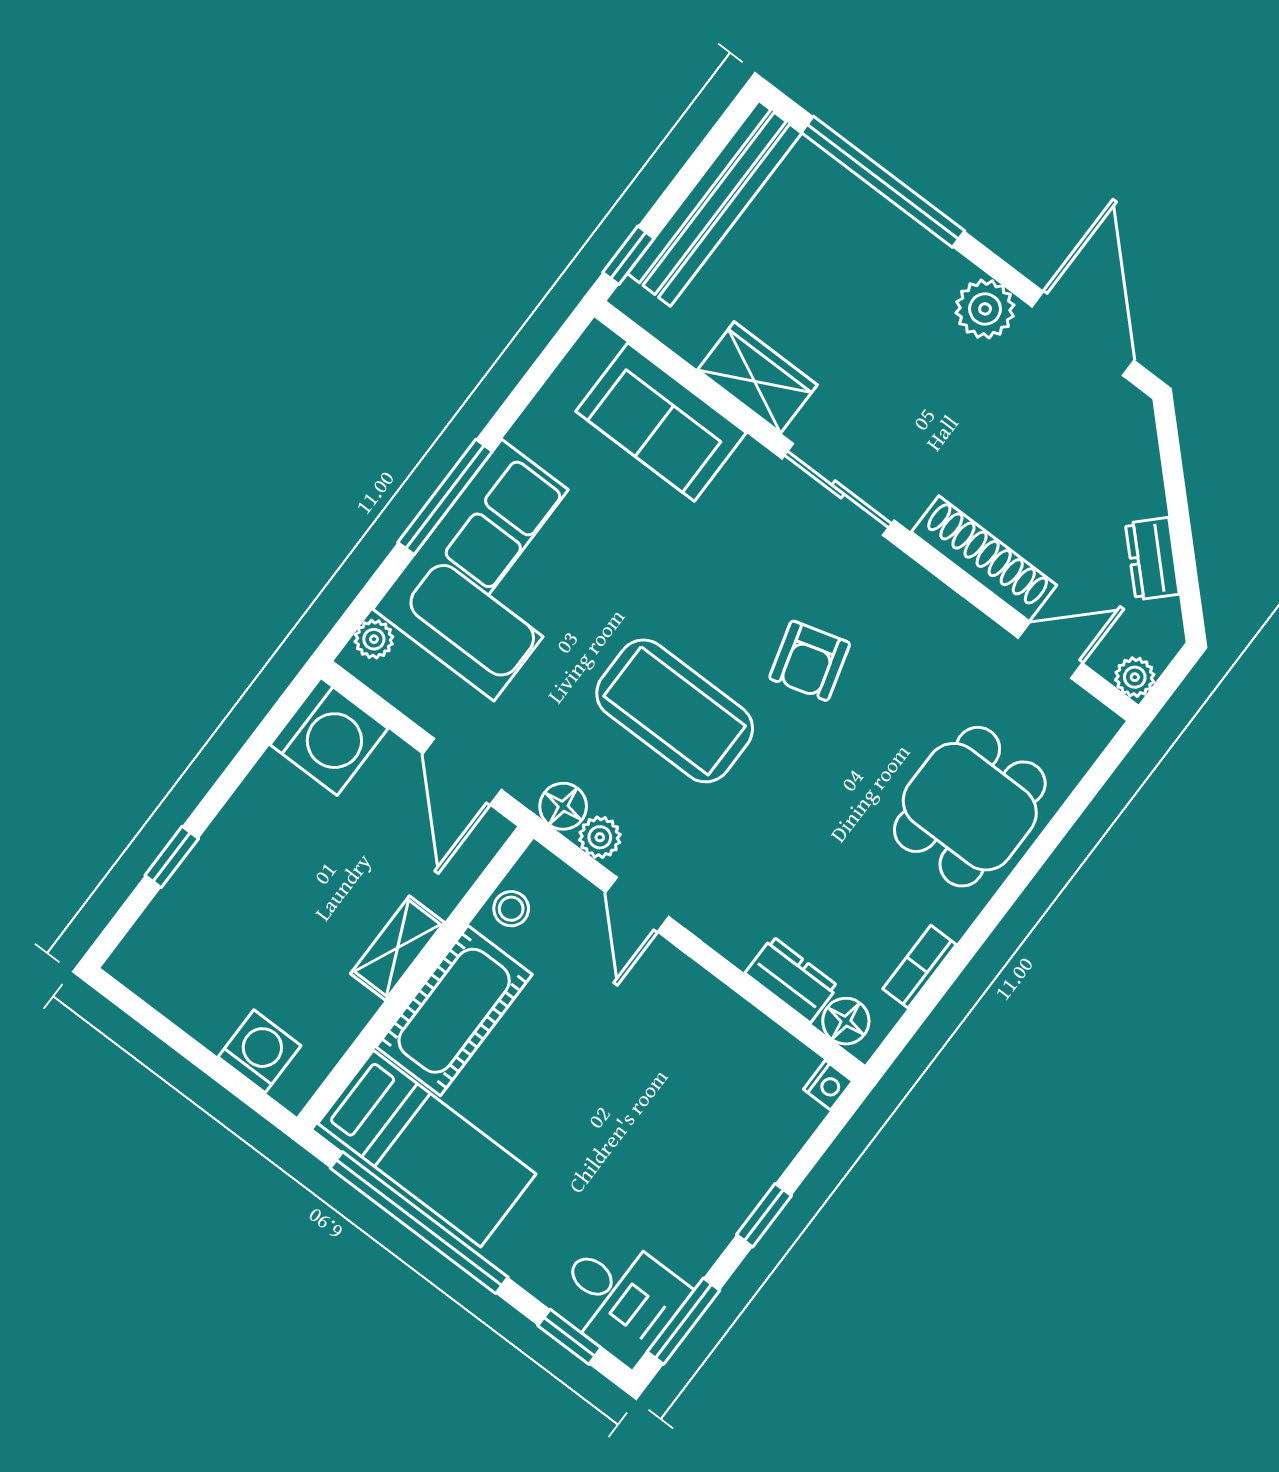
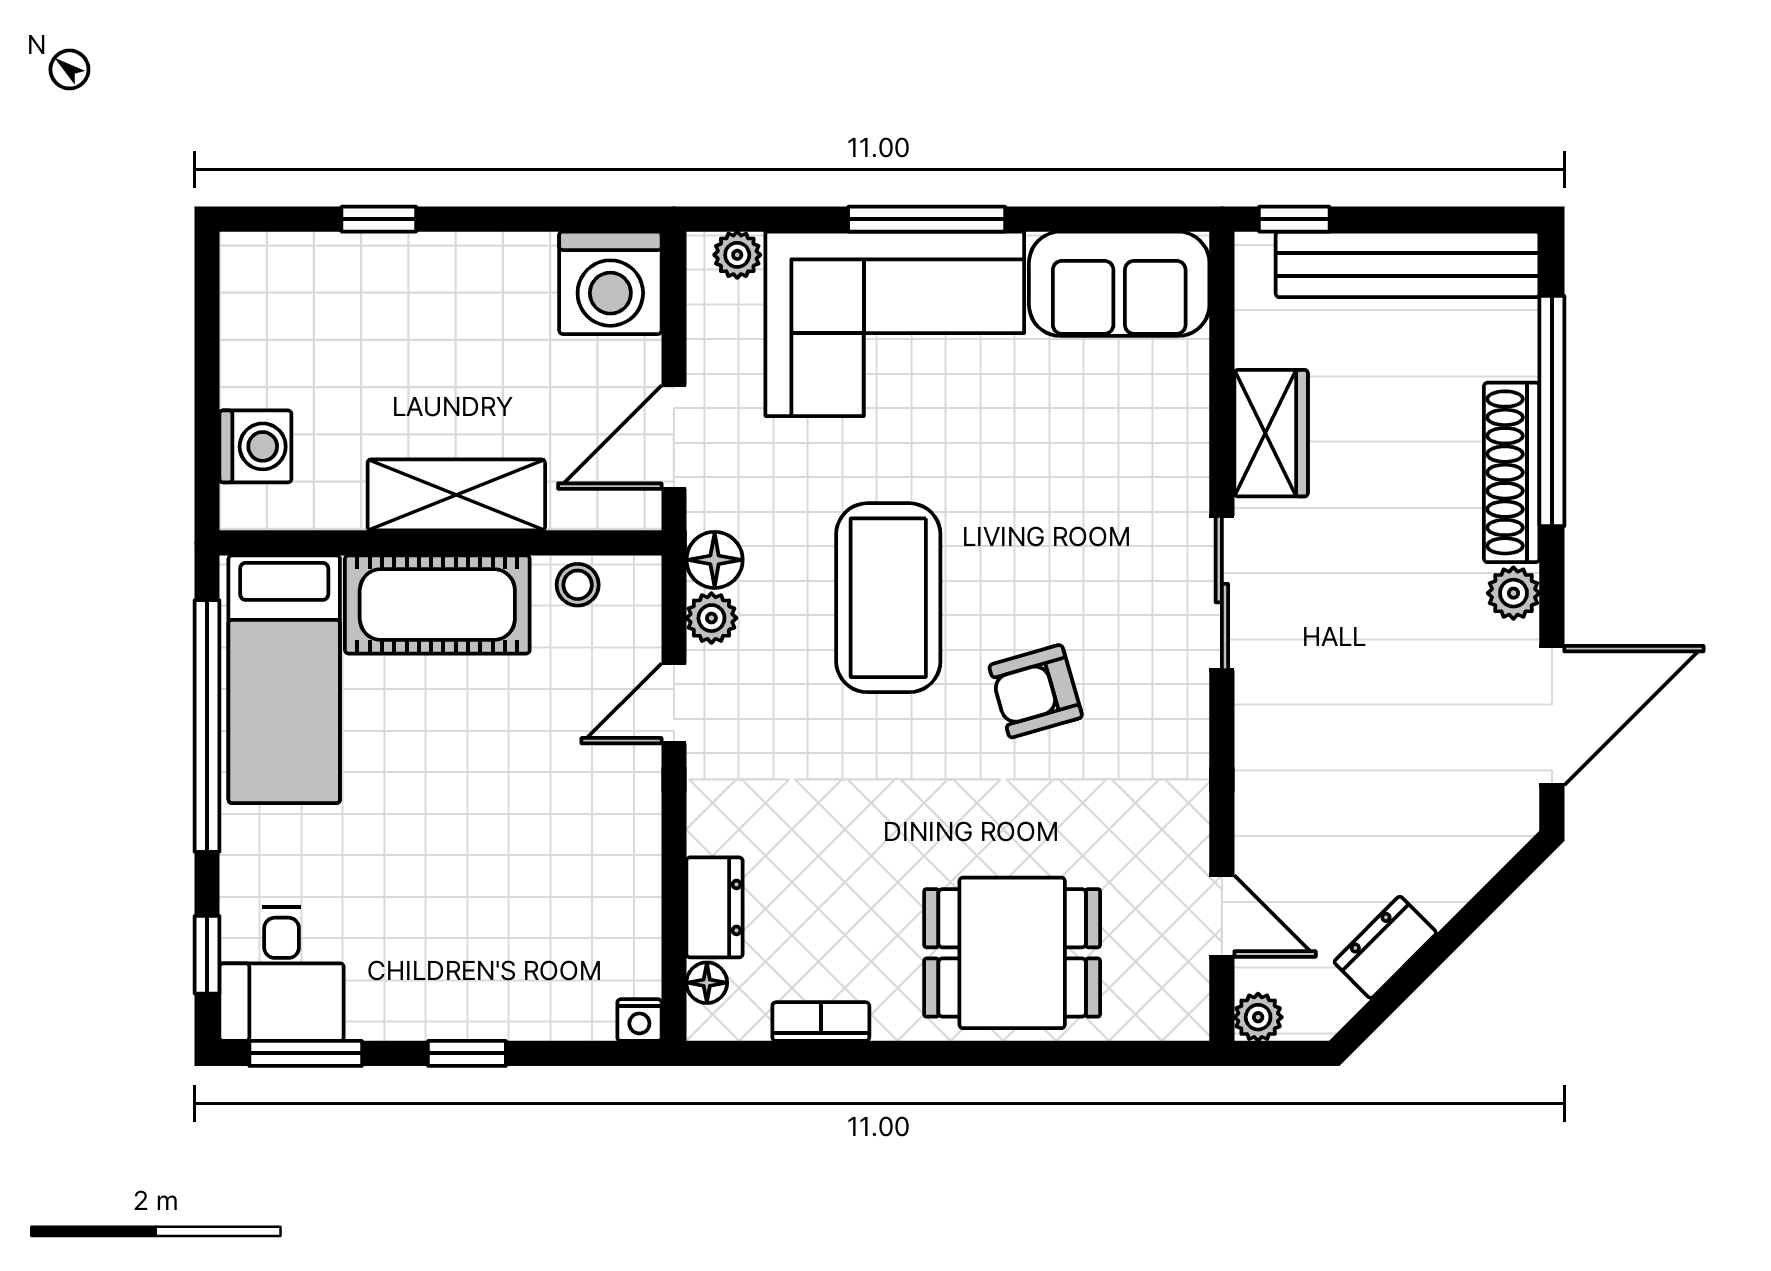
plant: (985, 309) -> (1513, 593), width x0.73, depth x0.73
sofa: (661, 422) -> (1119, 284), moved, turned -90
shoe rack: (984, 559) -> (1512, 472), moved, turned 180
shelving: (397, 948) -> (456, 495), width x1.50, depth x1.33
floor lamp: (846, 1021) -> (707, 983), width x0.73, depth x0.73

